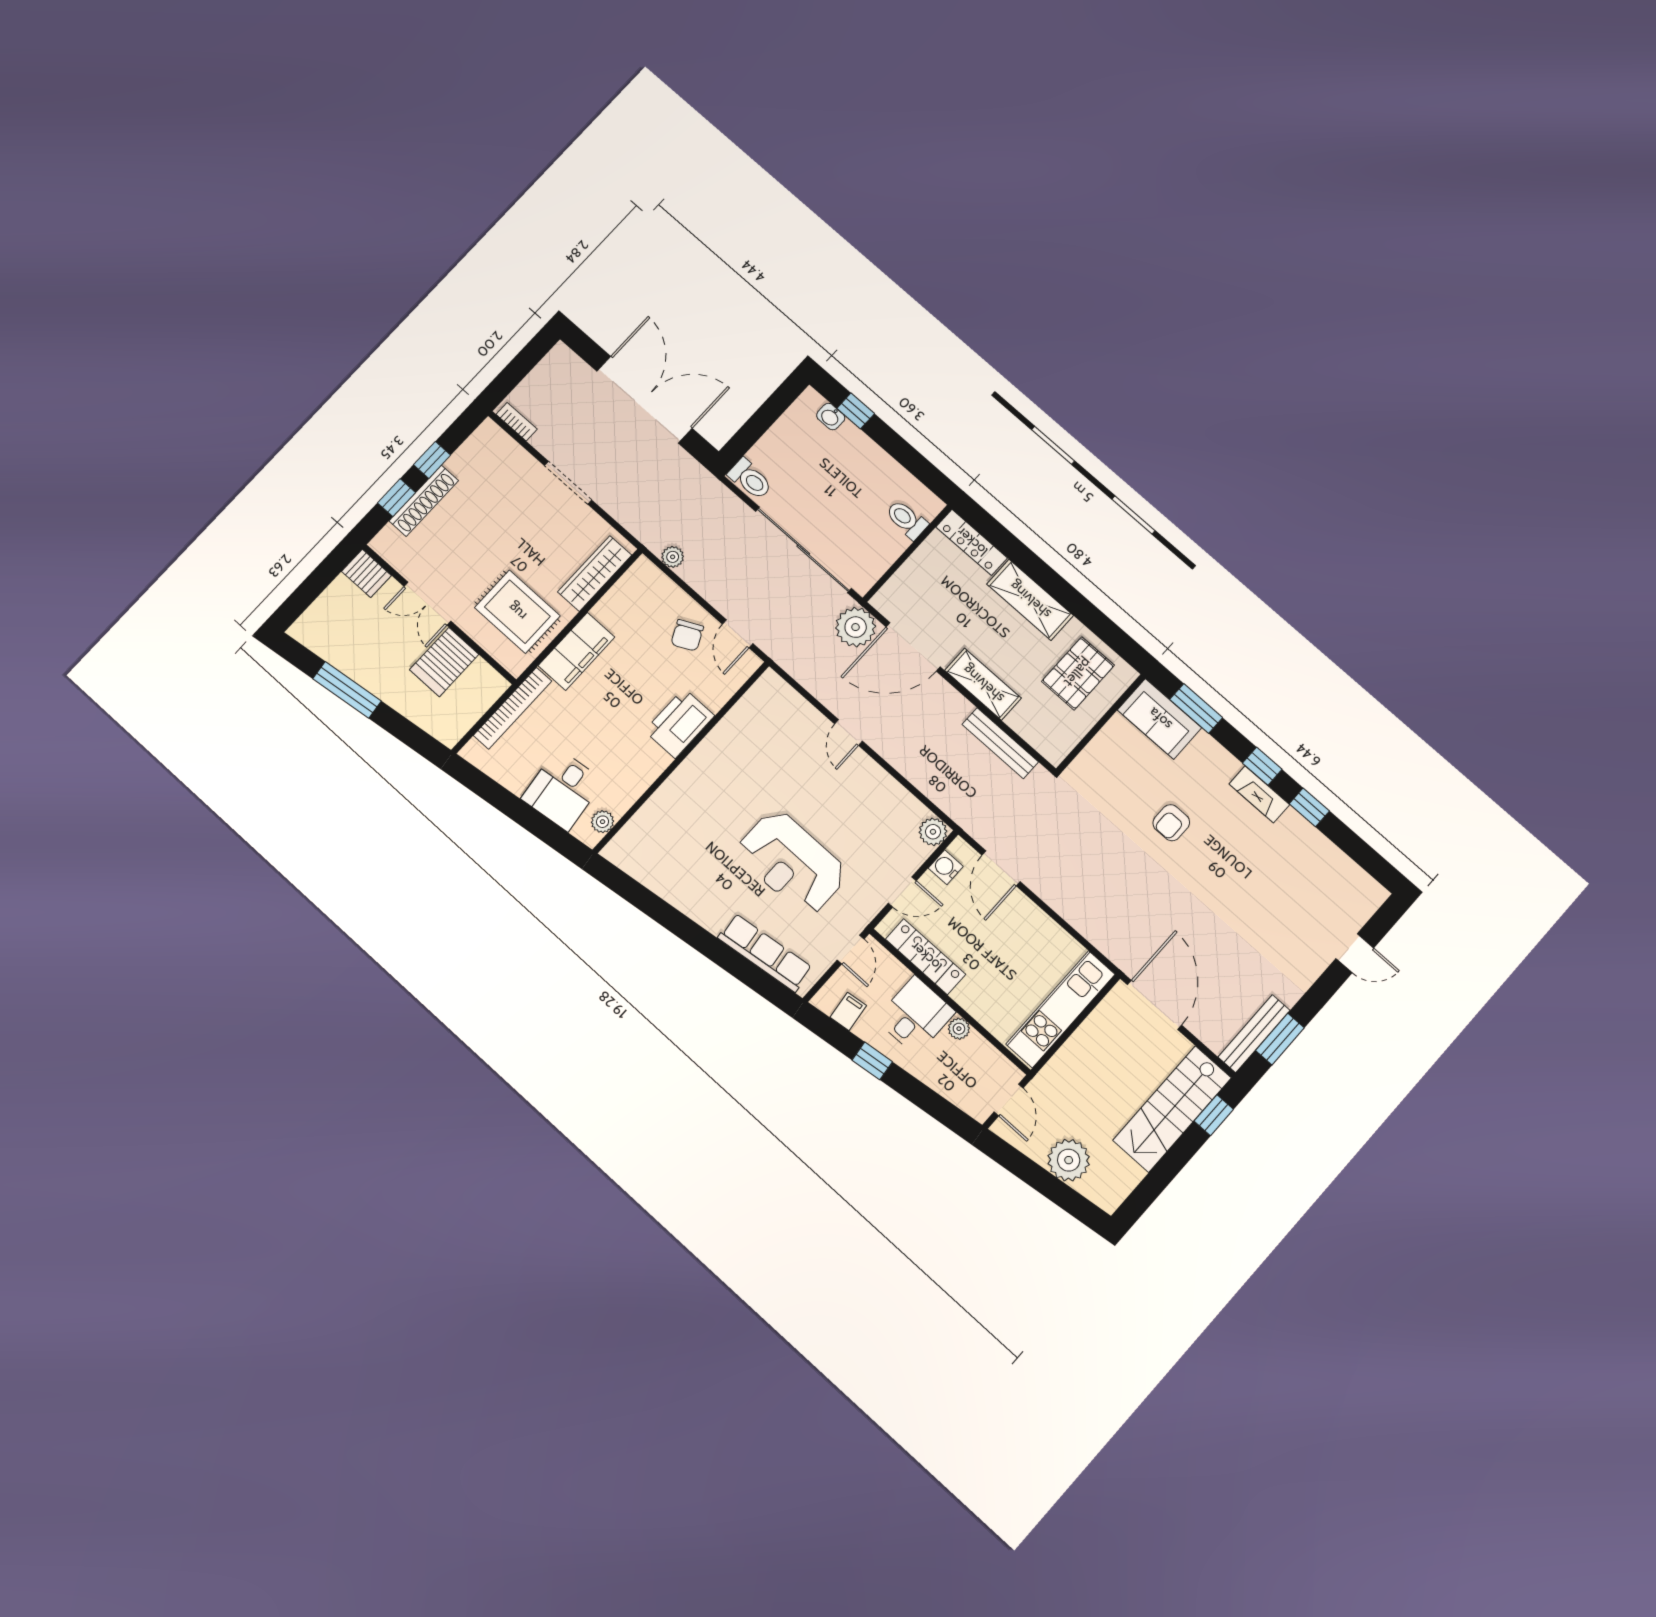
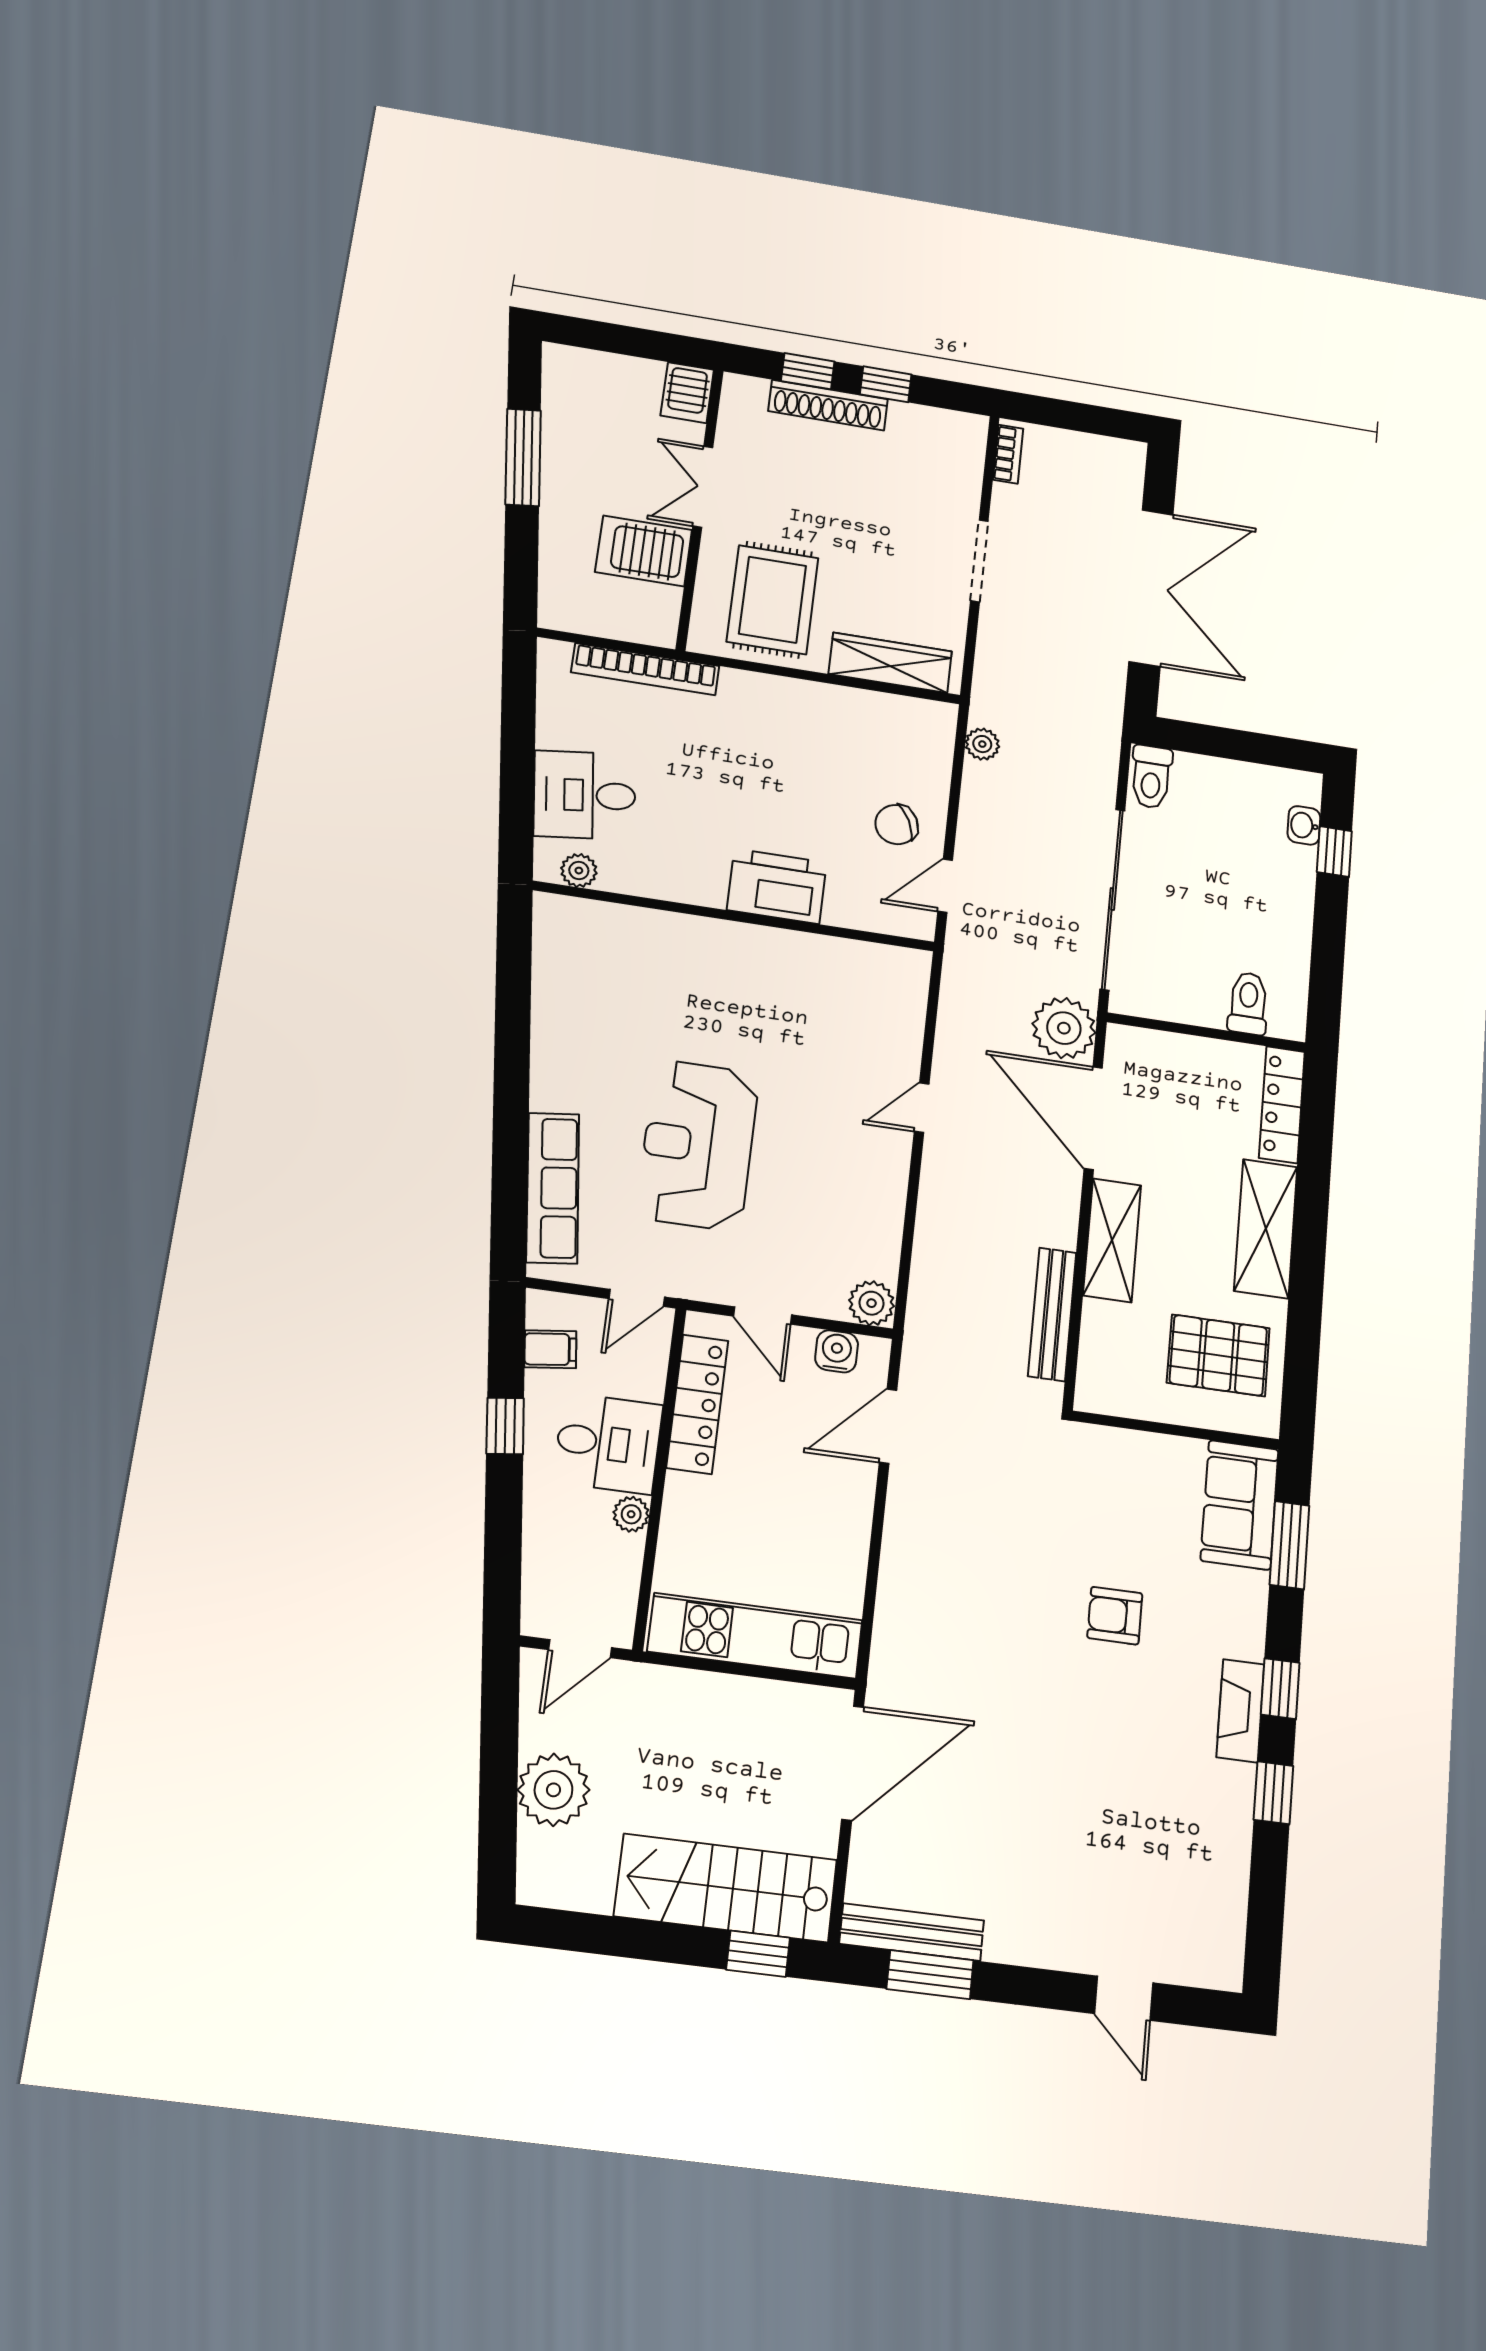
filing cabinet: (576, 651) -> (775, 702), removed

